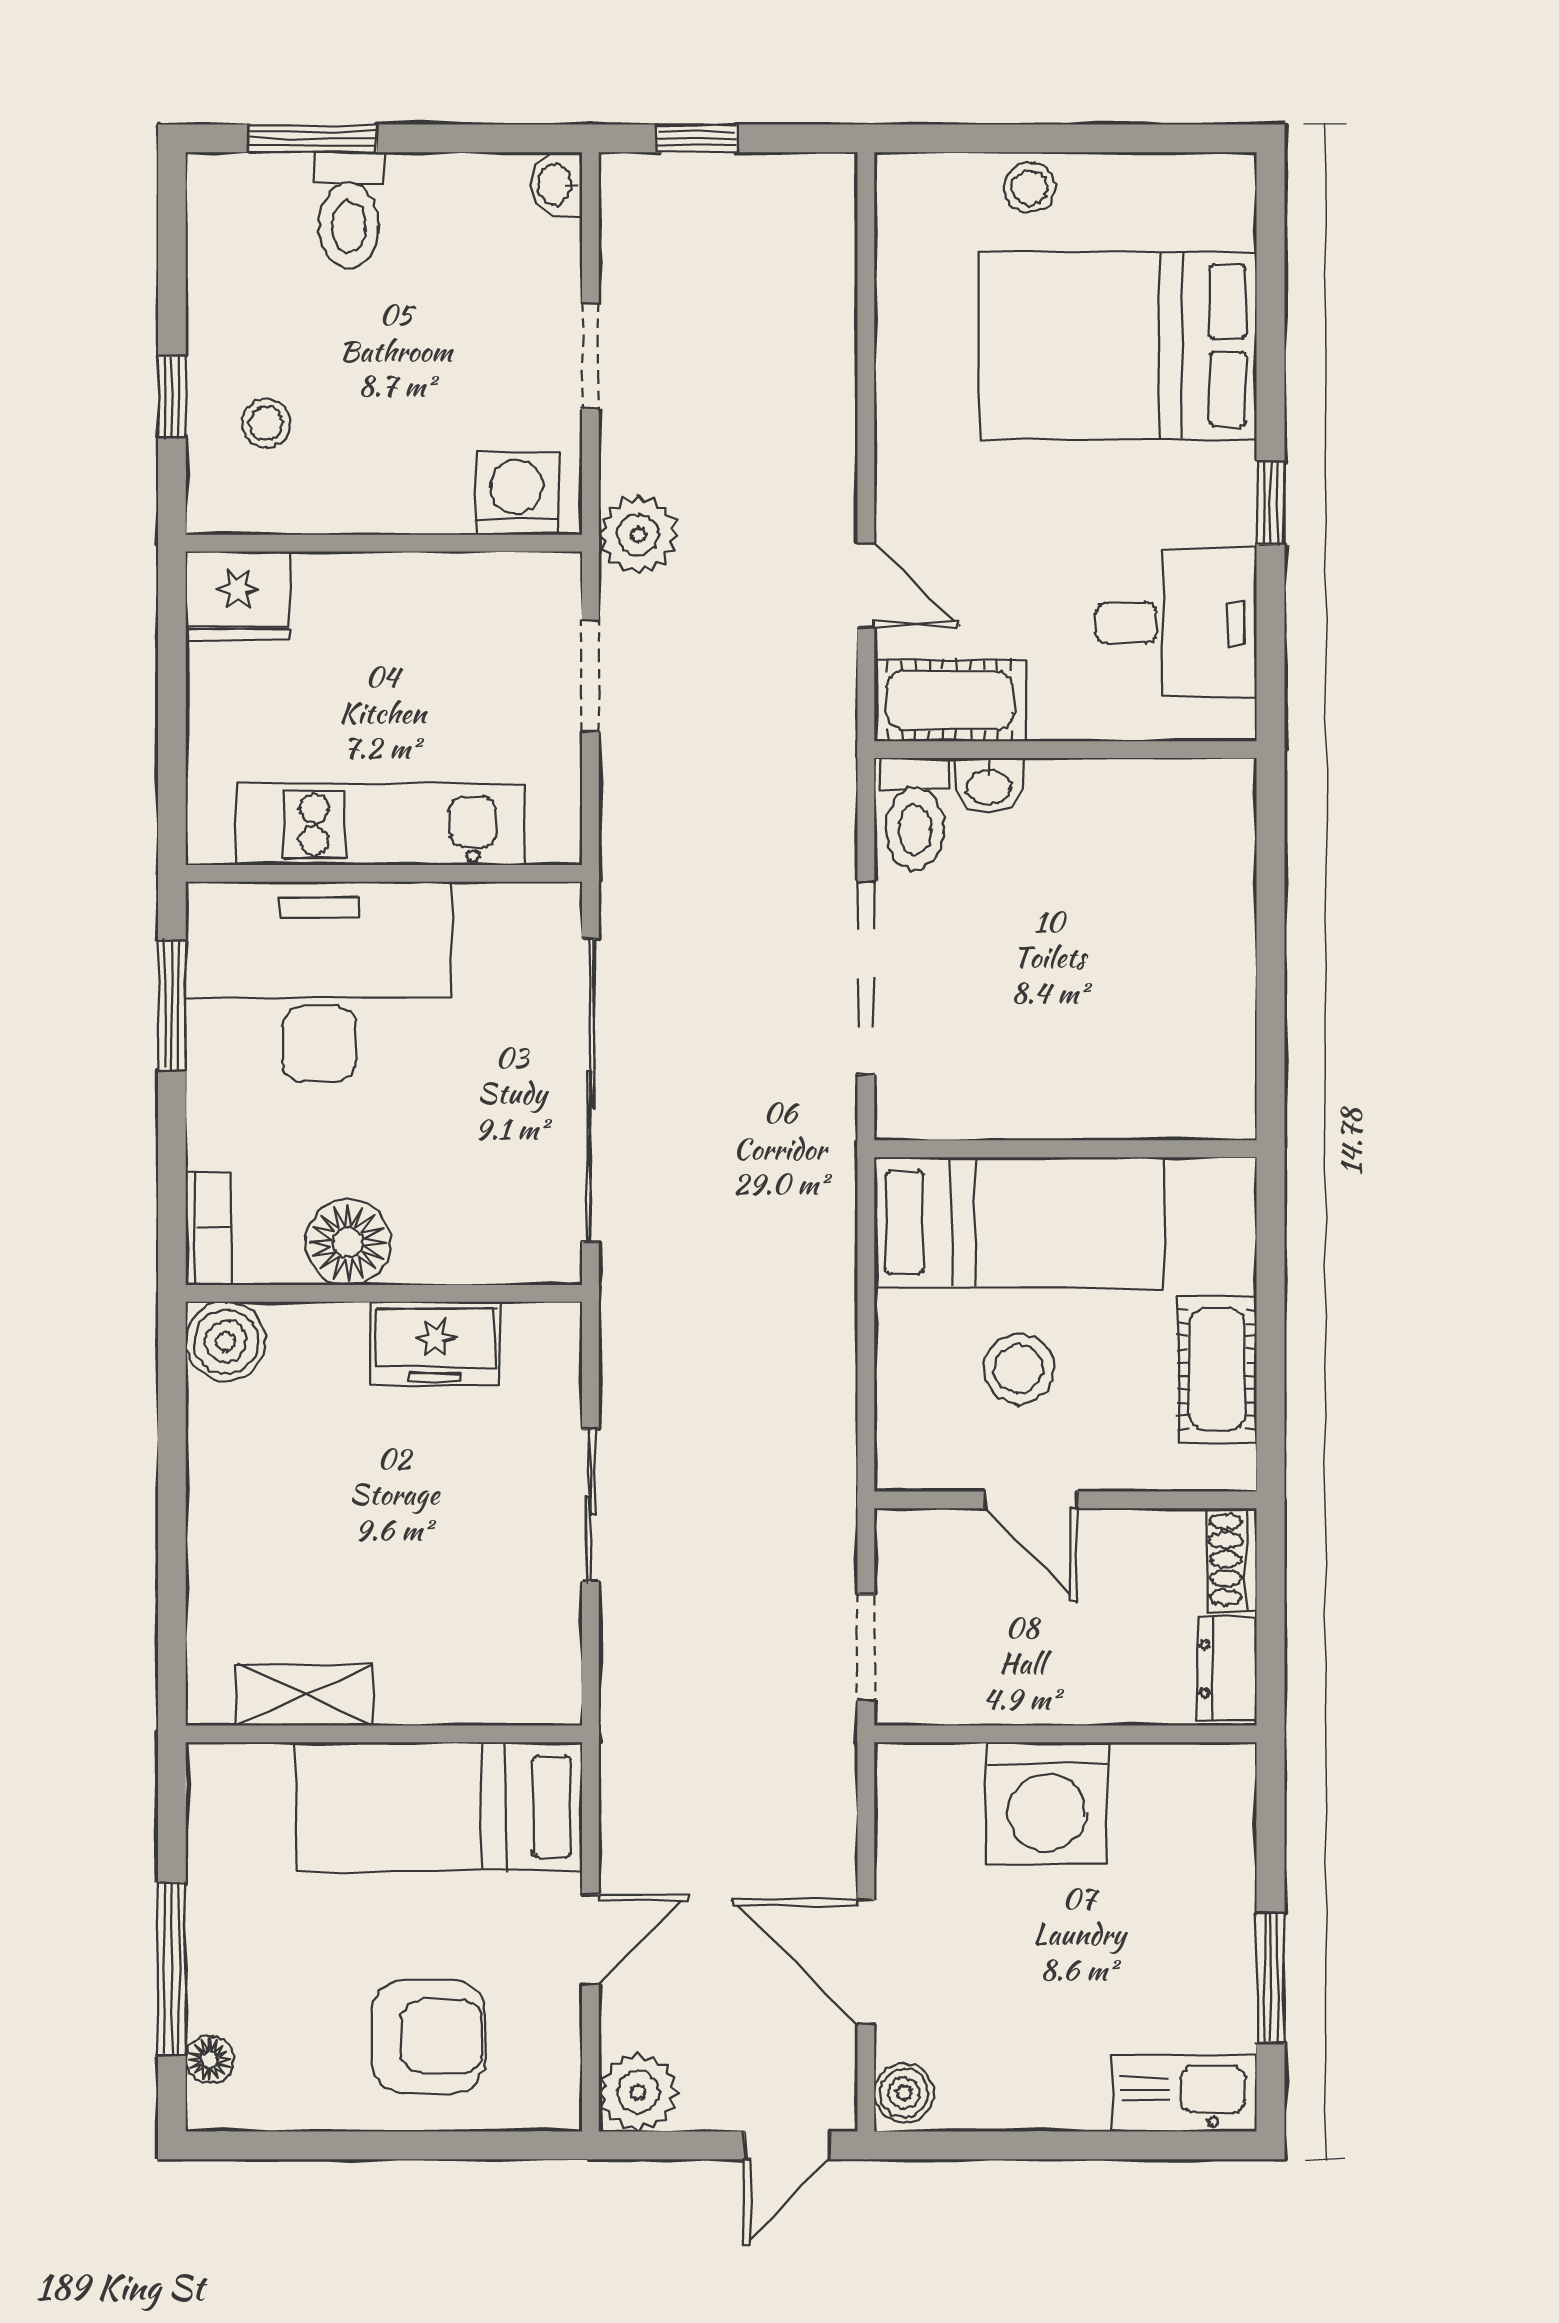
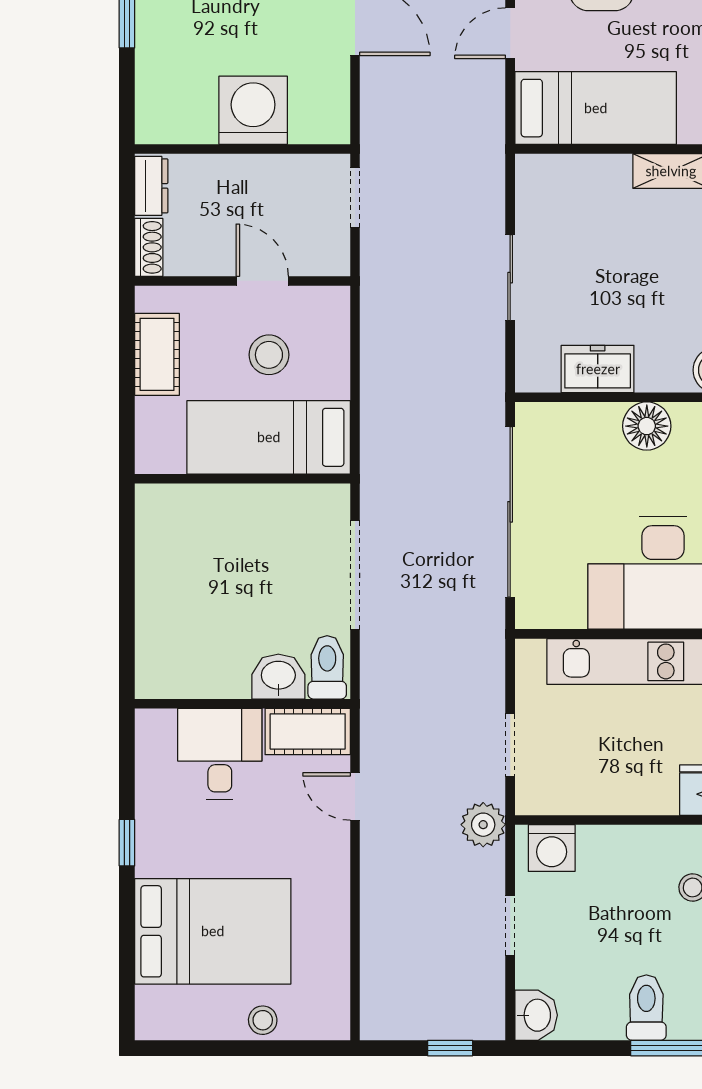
washbasin: (556, 184) -> (536, 1015), width x1.38, depth x1.45
desk: (1176, 623) -> (220, 754), moved, turned 90
washbasin: (989, 785) -> (278, 677), width x1.38, depth x1.45

